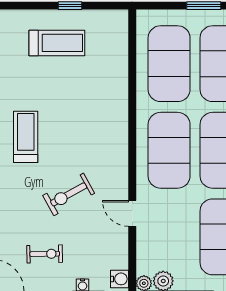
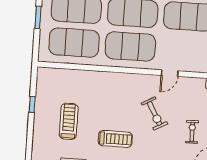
treadmill: (57, 43) -> (69, 121), moved
treadmill: (26, 137) -> (115, 139), turned 180

